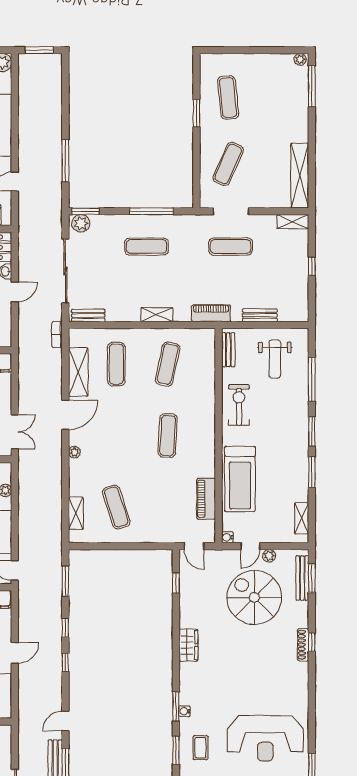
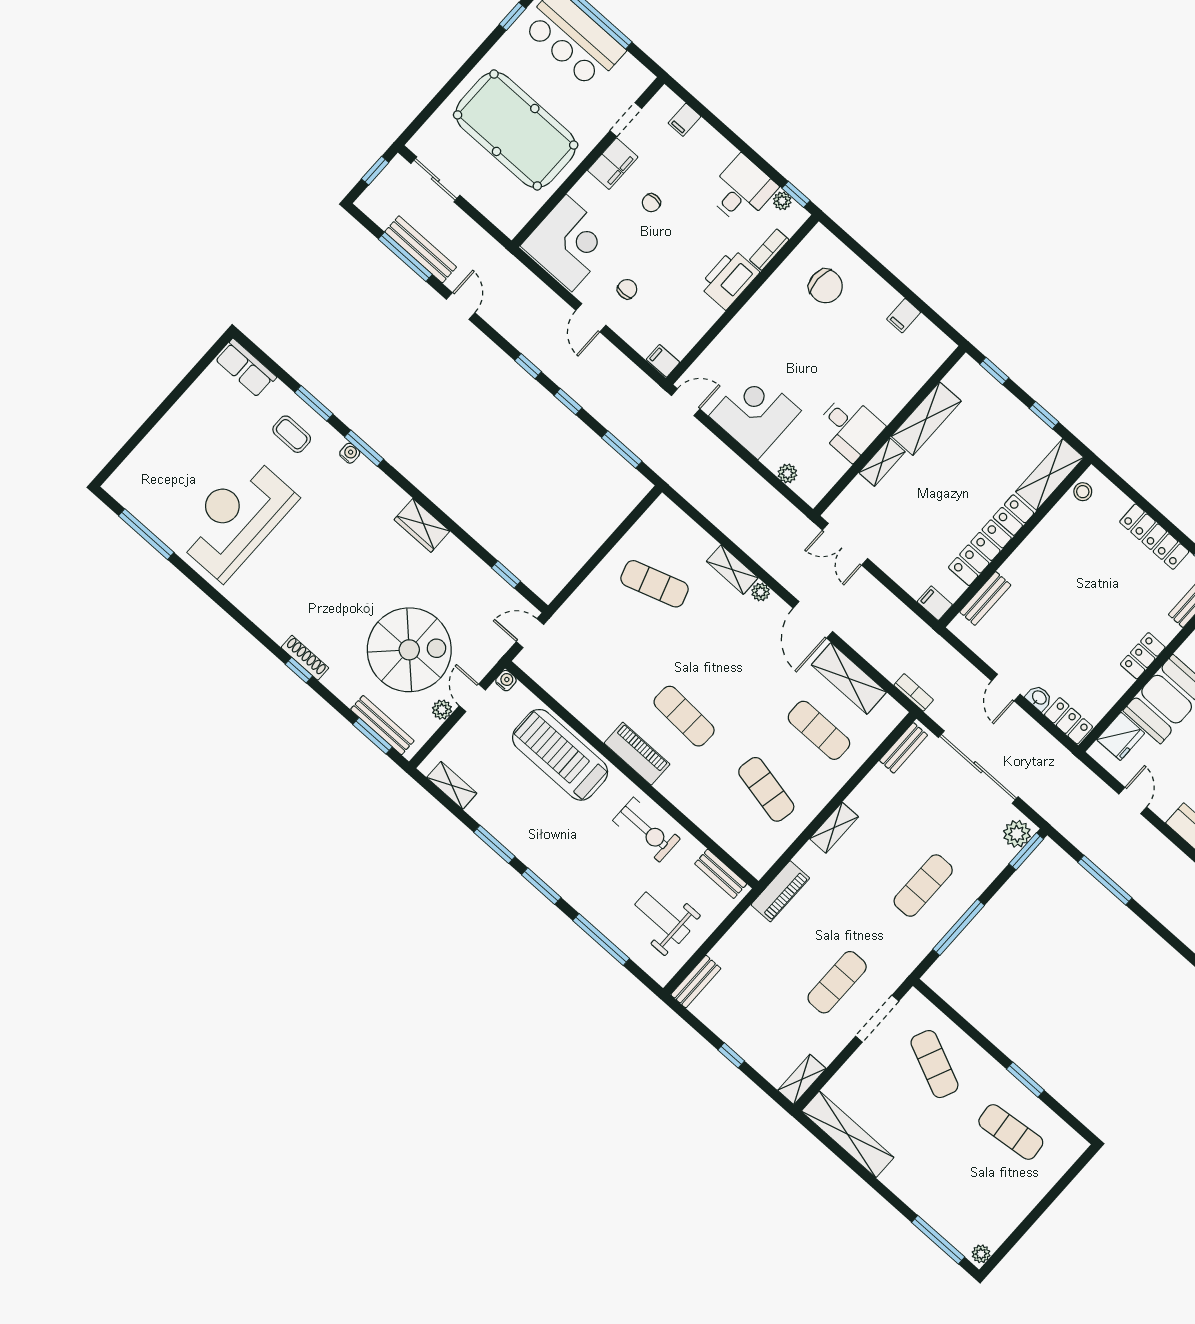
bench: (260, 315) -> (696, 982), moved
piano: (206, 499) -> (637, 754), moved
shelving: (76, 513) -> (732, 570), moved

